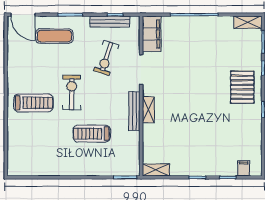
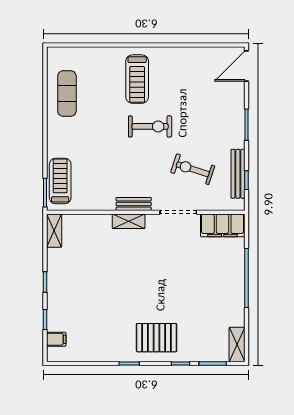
exercise mat: (54, 36) -> (67, 94), moved
bench: (134, 111) -> (134, 204), width x0.73
treadmill: (92, 134) -> (60, 181), moved

